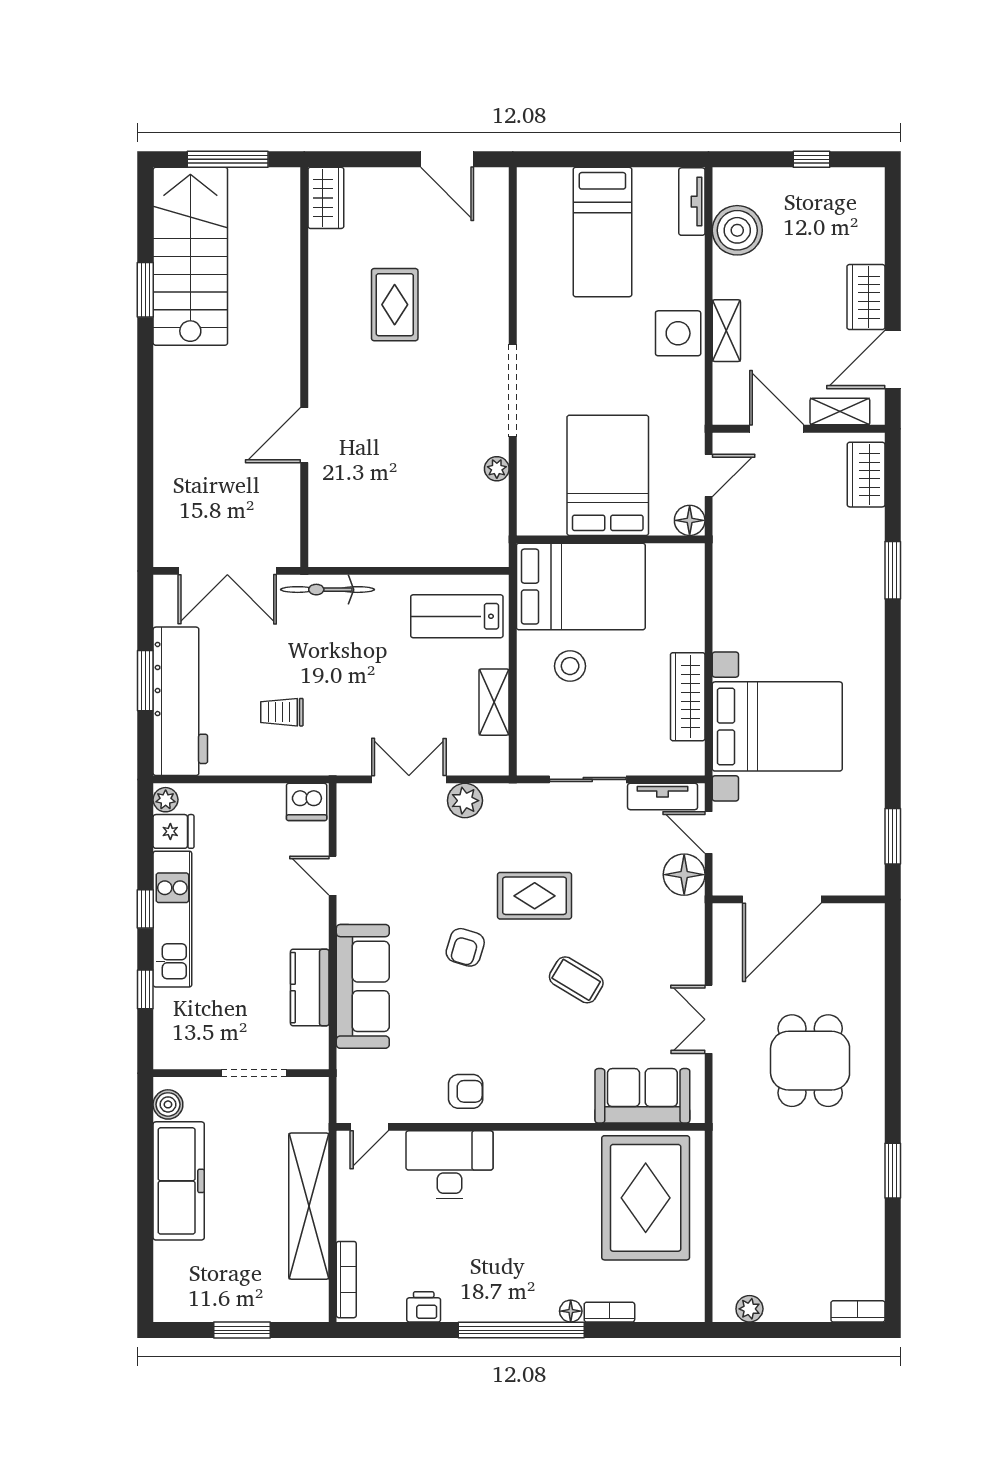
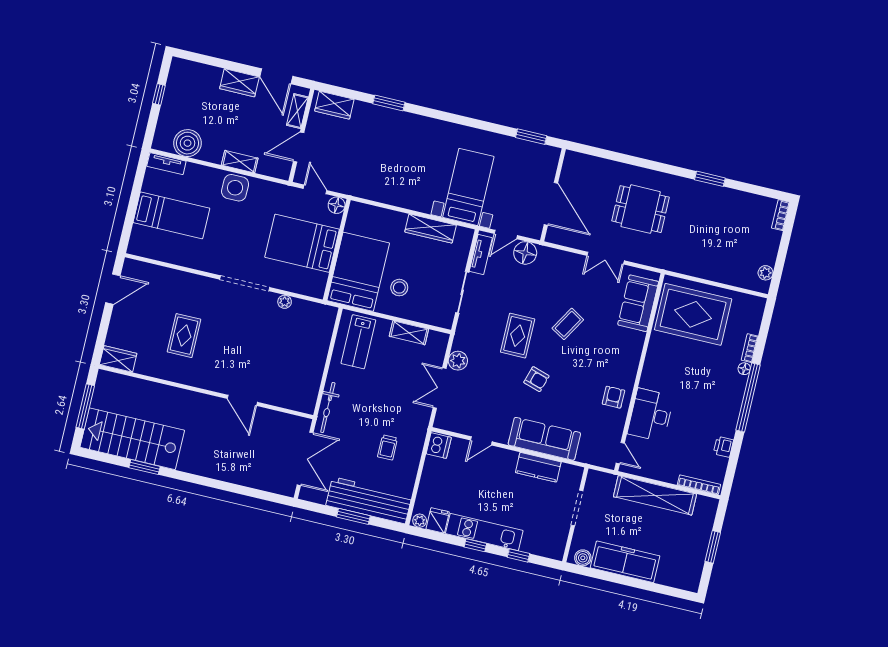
rug: (395, 305) -> (184, 336), turned 90
bed with nightstands: (777, 726) -> (468, 187), width x0.73

